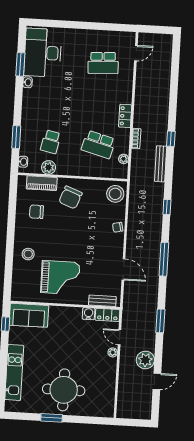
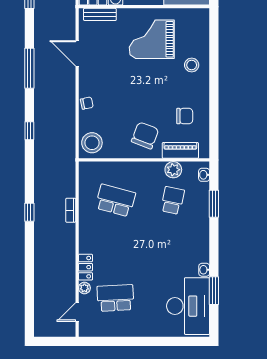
locker: (125, 116) -> (85, 267), moved
plant: (124, 159) -> (84, 288), moved
bench: (161, 164) -> (40, 182), removed

